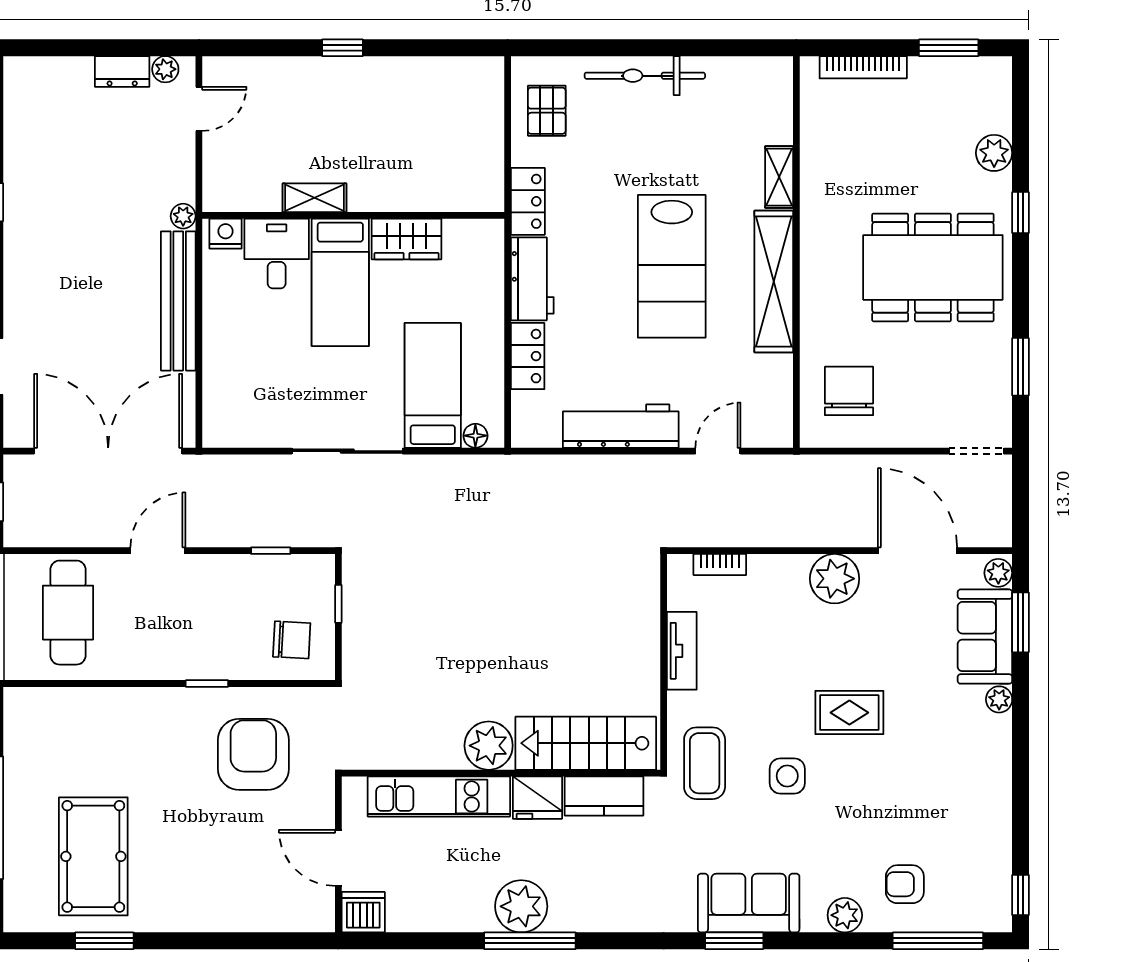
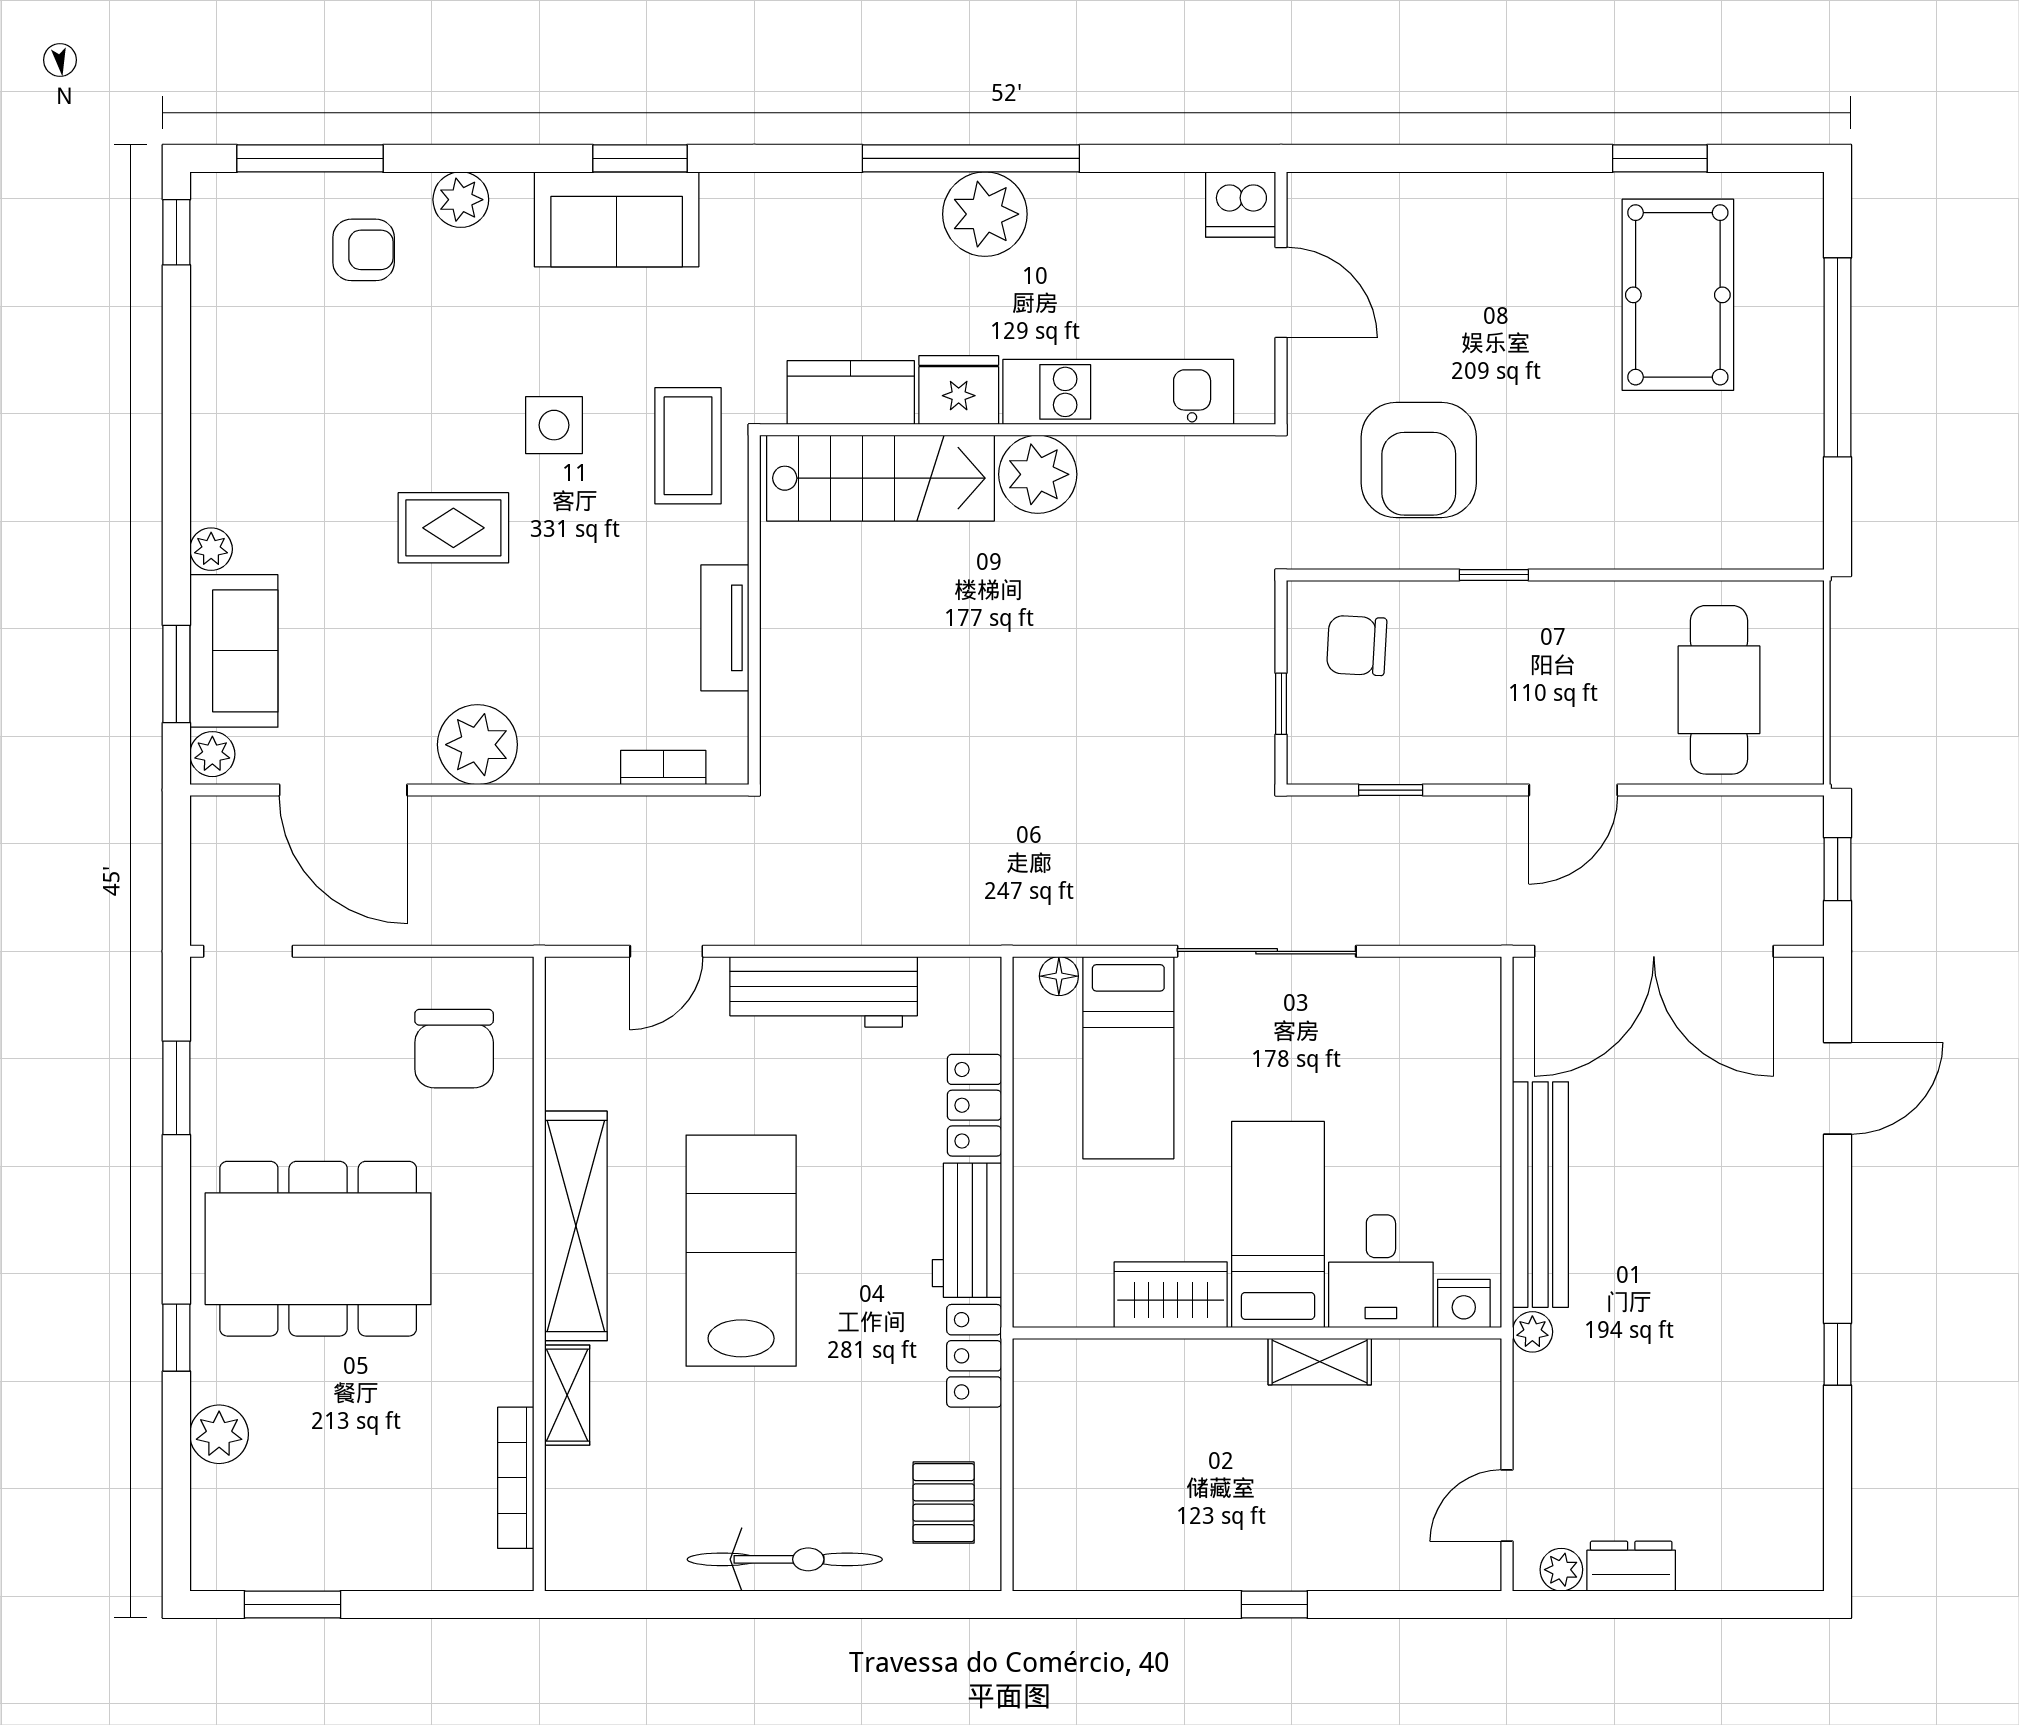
bookcase: (863, 67) -> (516, 1478), moved, turned -90
window: (530, 941) -> (971, 158), width x1.46

